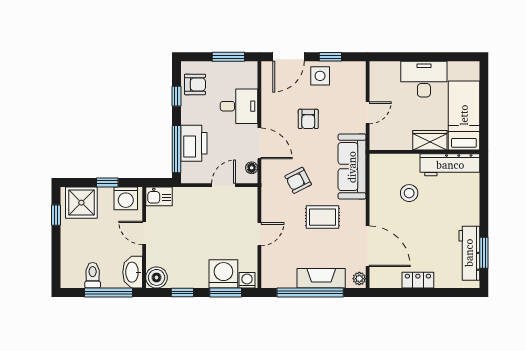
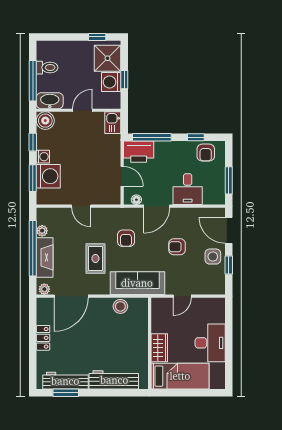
door: (368, 113) -> (182, 296), hinge flipped
printer: (194, 143) -> (139, 152), moved
workbench: (450, 165) -> (114, 380), moved, turned 90
armchair: (298, 180) -> (126, 238), turned -153
stool: (409, 193) -> (120, 306), moved
washing machine: (126, 198) -> (111, 82), moved
washing machine: (247, 280) -> (43, 157), moved
plant: (289, 281) -> (42, 231), added

